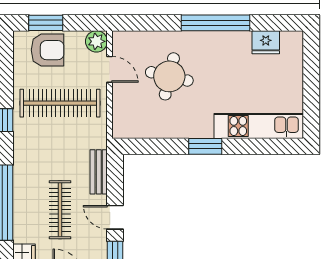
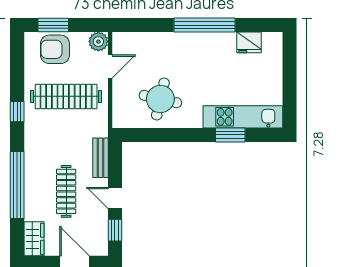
armchair: (48, 50) -> (55, 49), turned 180
door: (110, 69) -> (110, 67), hinge flipped
round table: (169, 76) -> (160, 99), moved
window: (205, 146) -> (230, 135), moved

